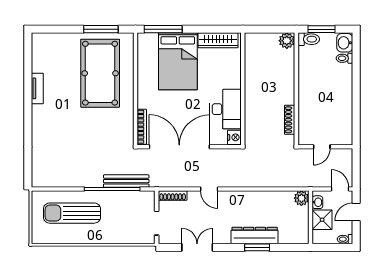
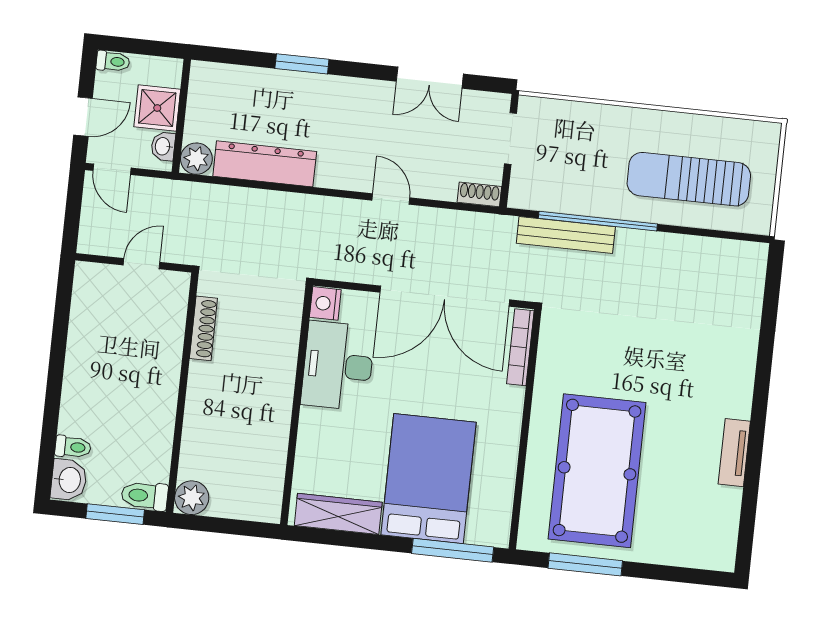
shoe rack: (173, 196) -> (479, 194), width x0.70
sun lounger: (72, 213) -> (689, 179), turned 180
dresser: (255, 235) -> (265, 164), moved, turned 180

